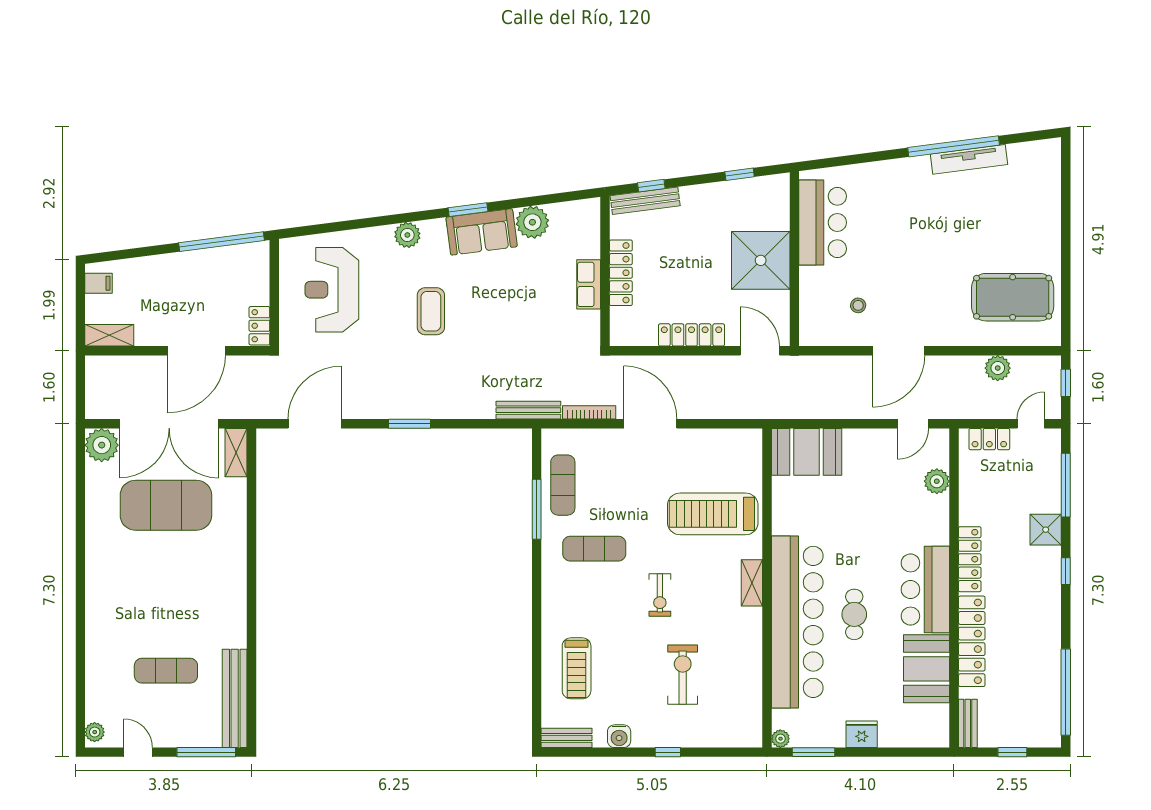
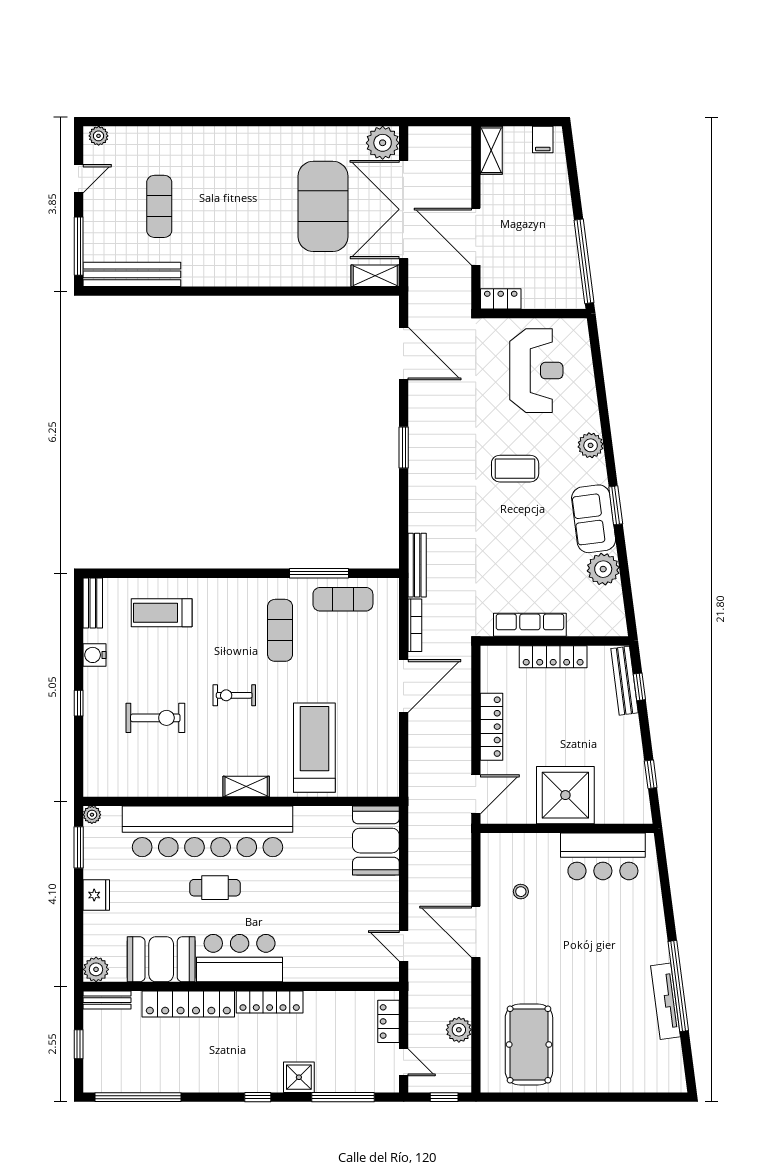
row of seats: (589, 284) -> (530, 625), width x1.48
reception desk: (332, 290) -> (536, 371), turned 90
plant: (937, 481) -> (96, 969), moved

